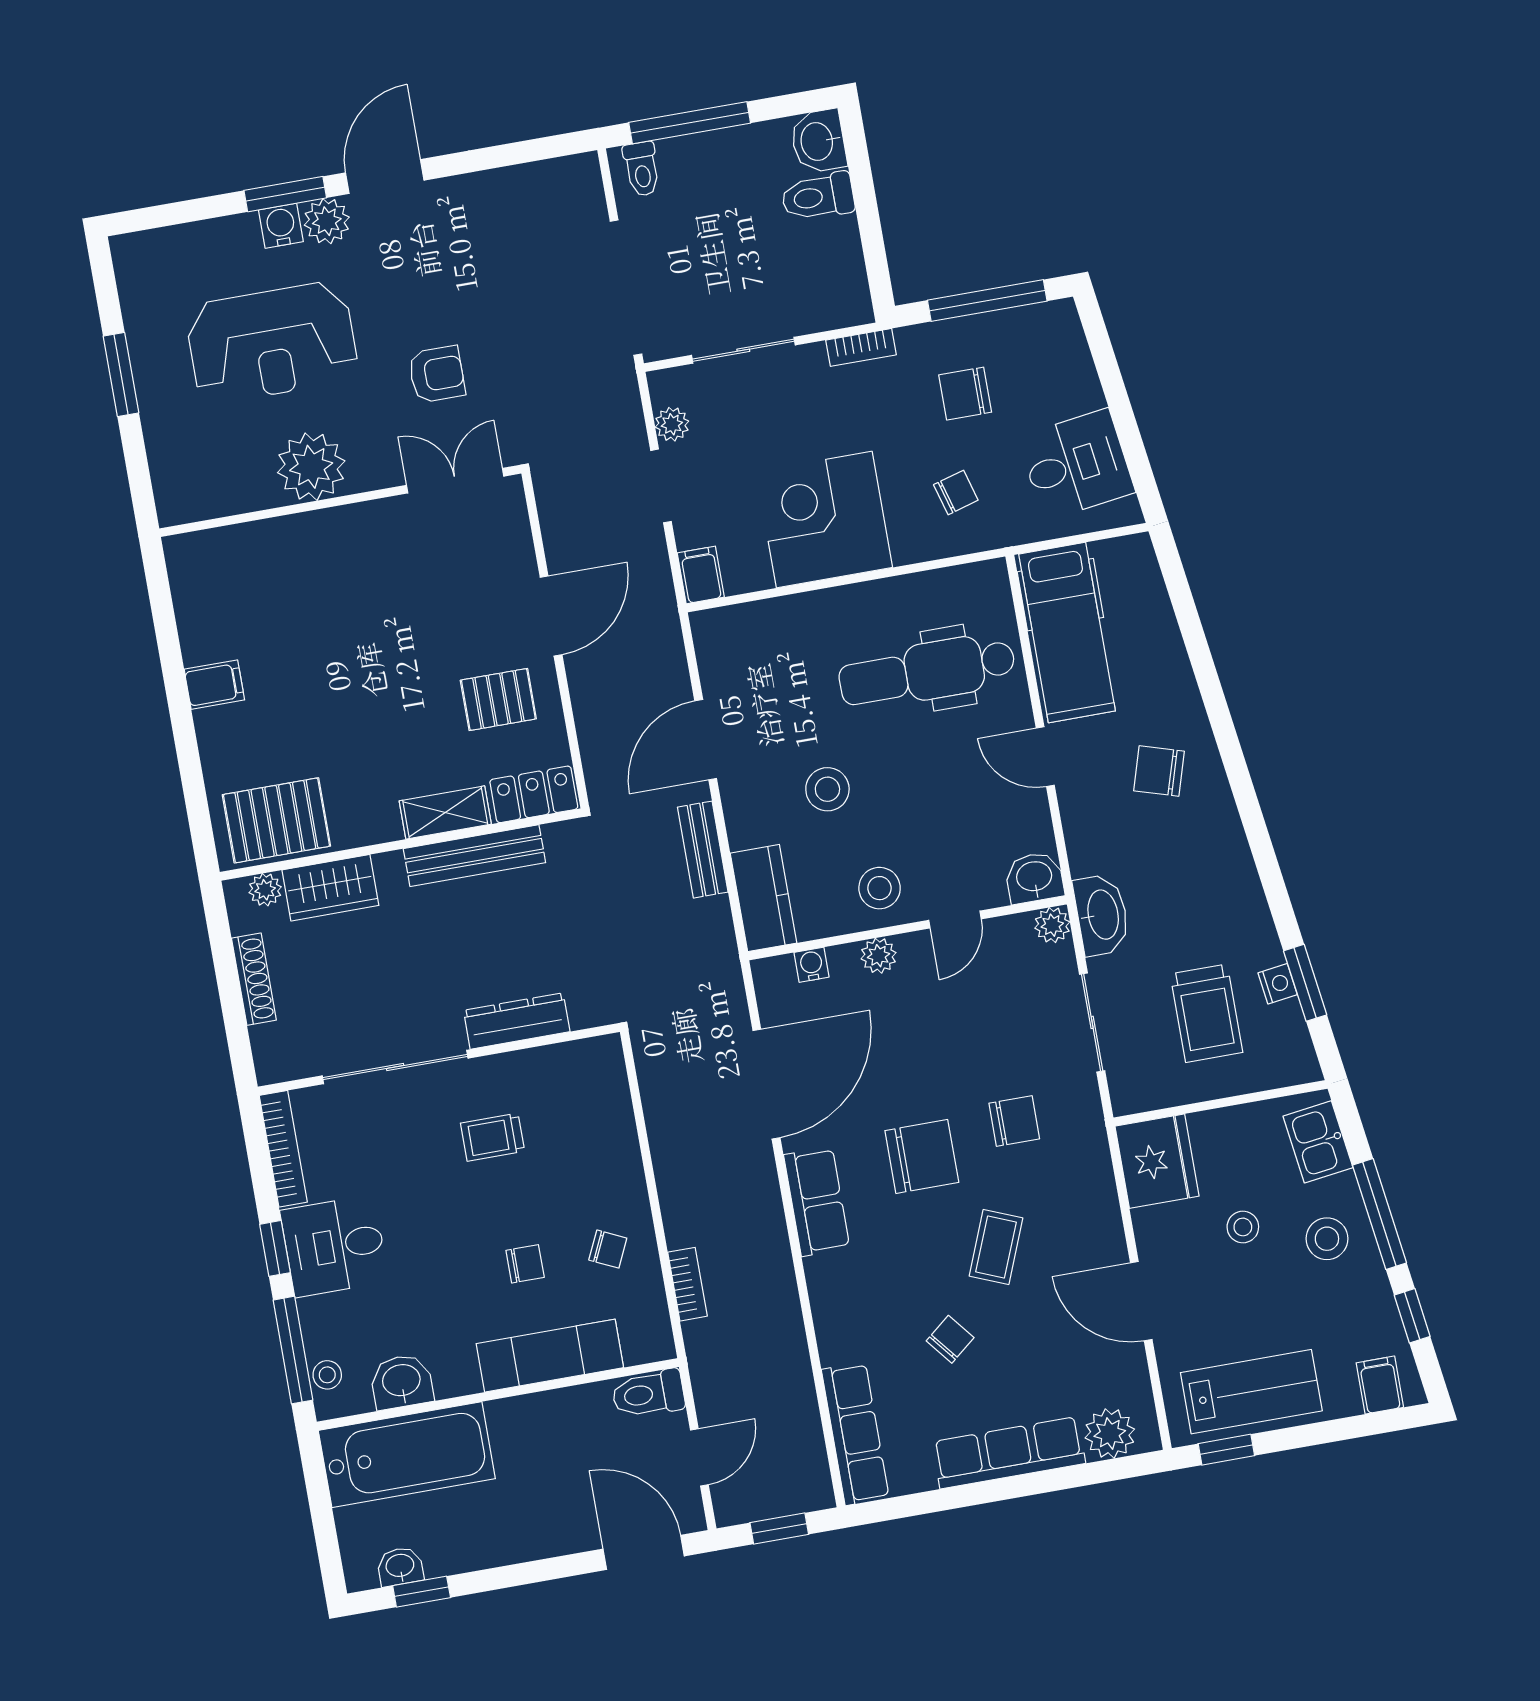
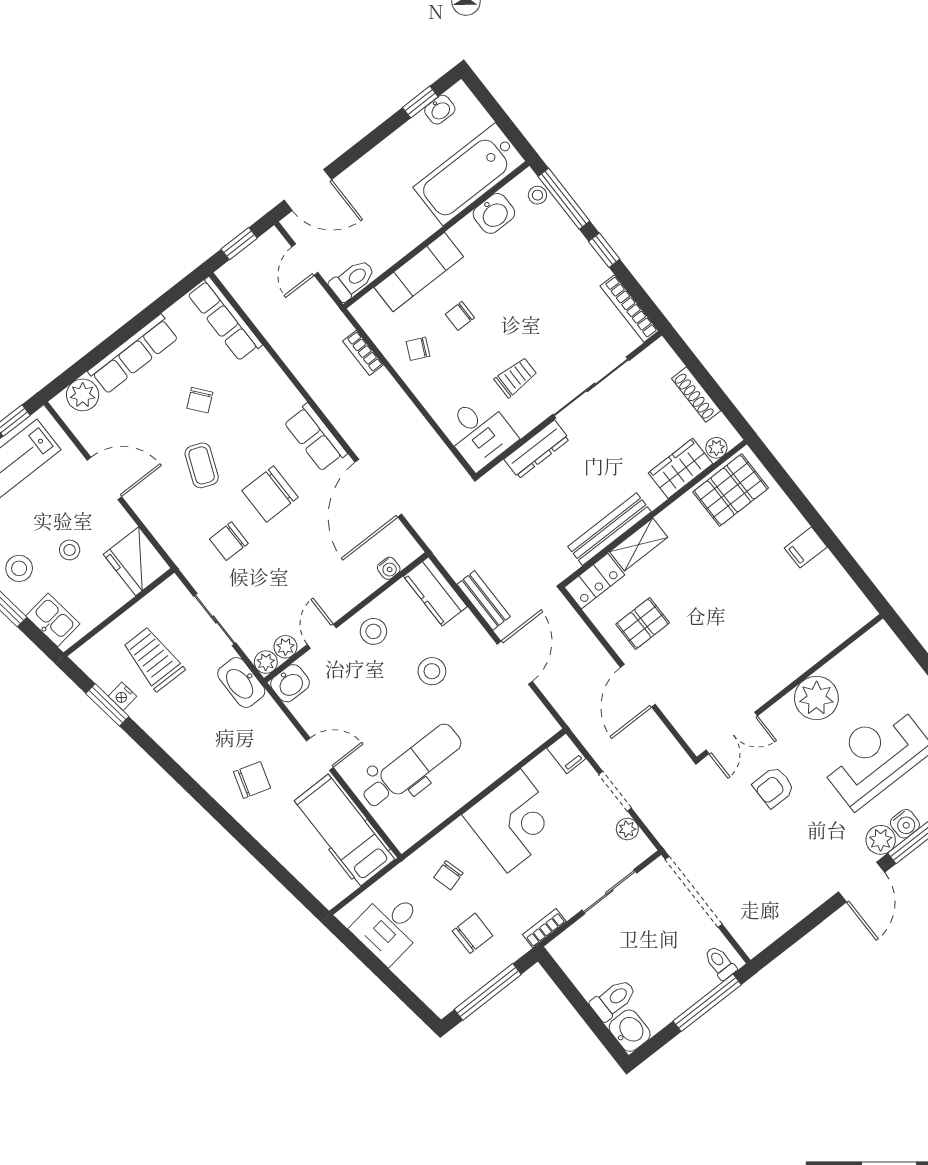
plant: (879, 956) -> (285, 647), moved
desk: (334, 1246) -> (479, 433), moved, turned 90

